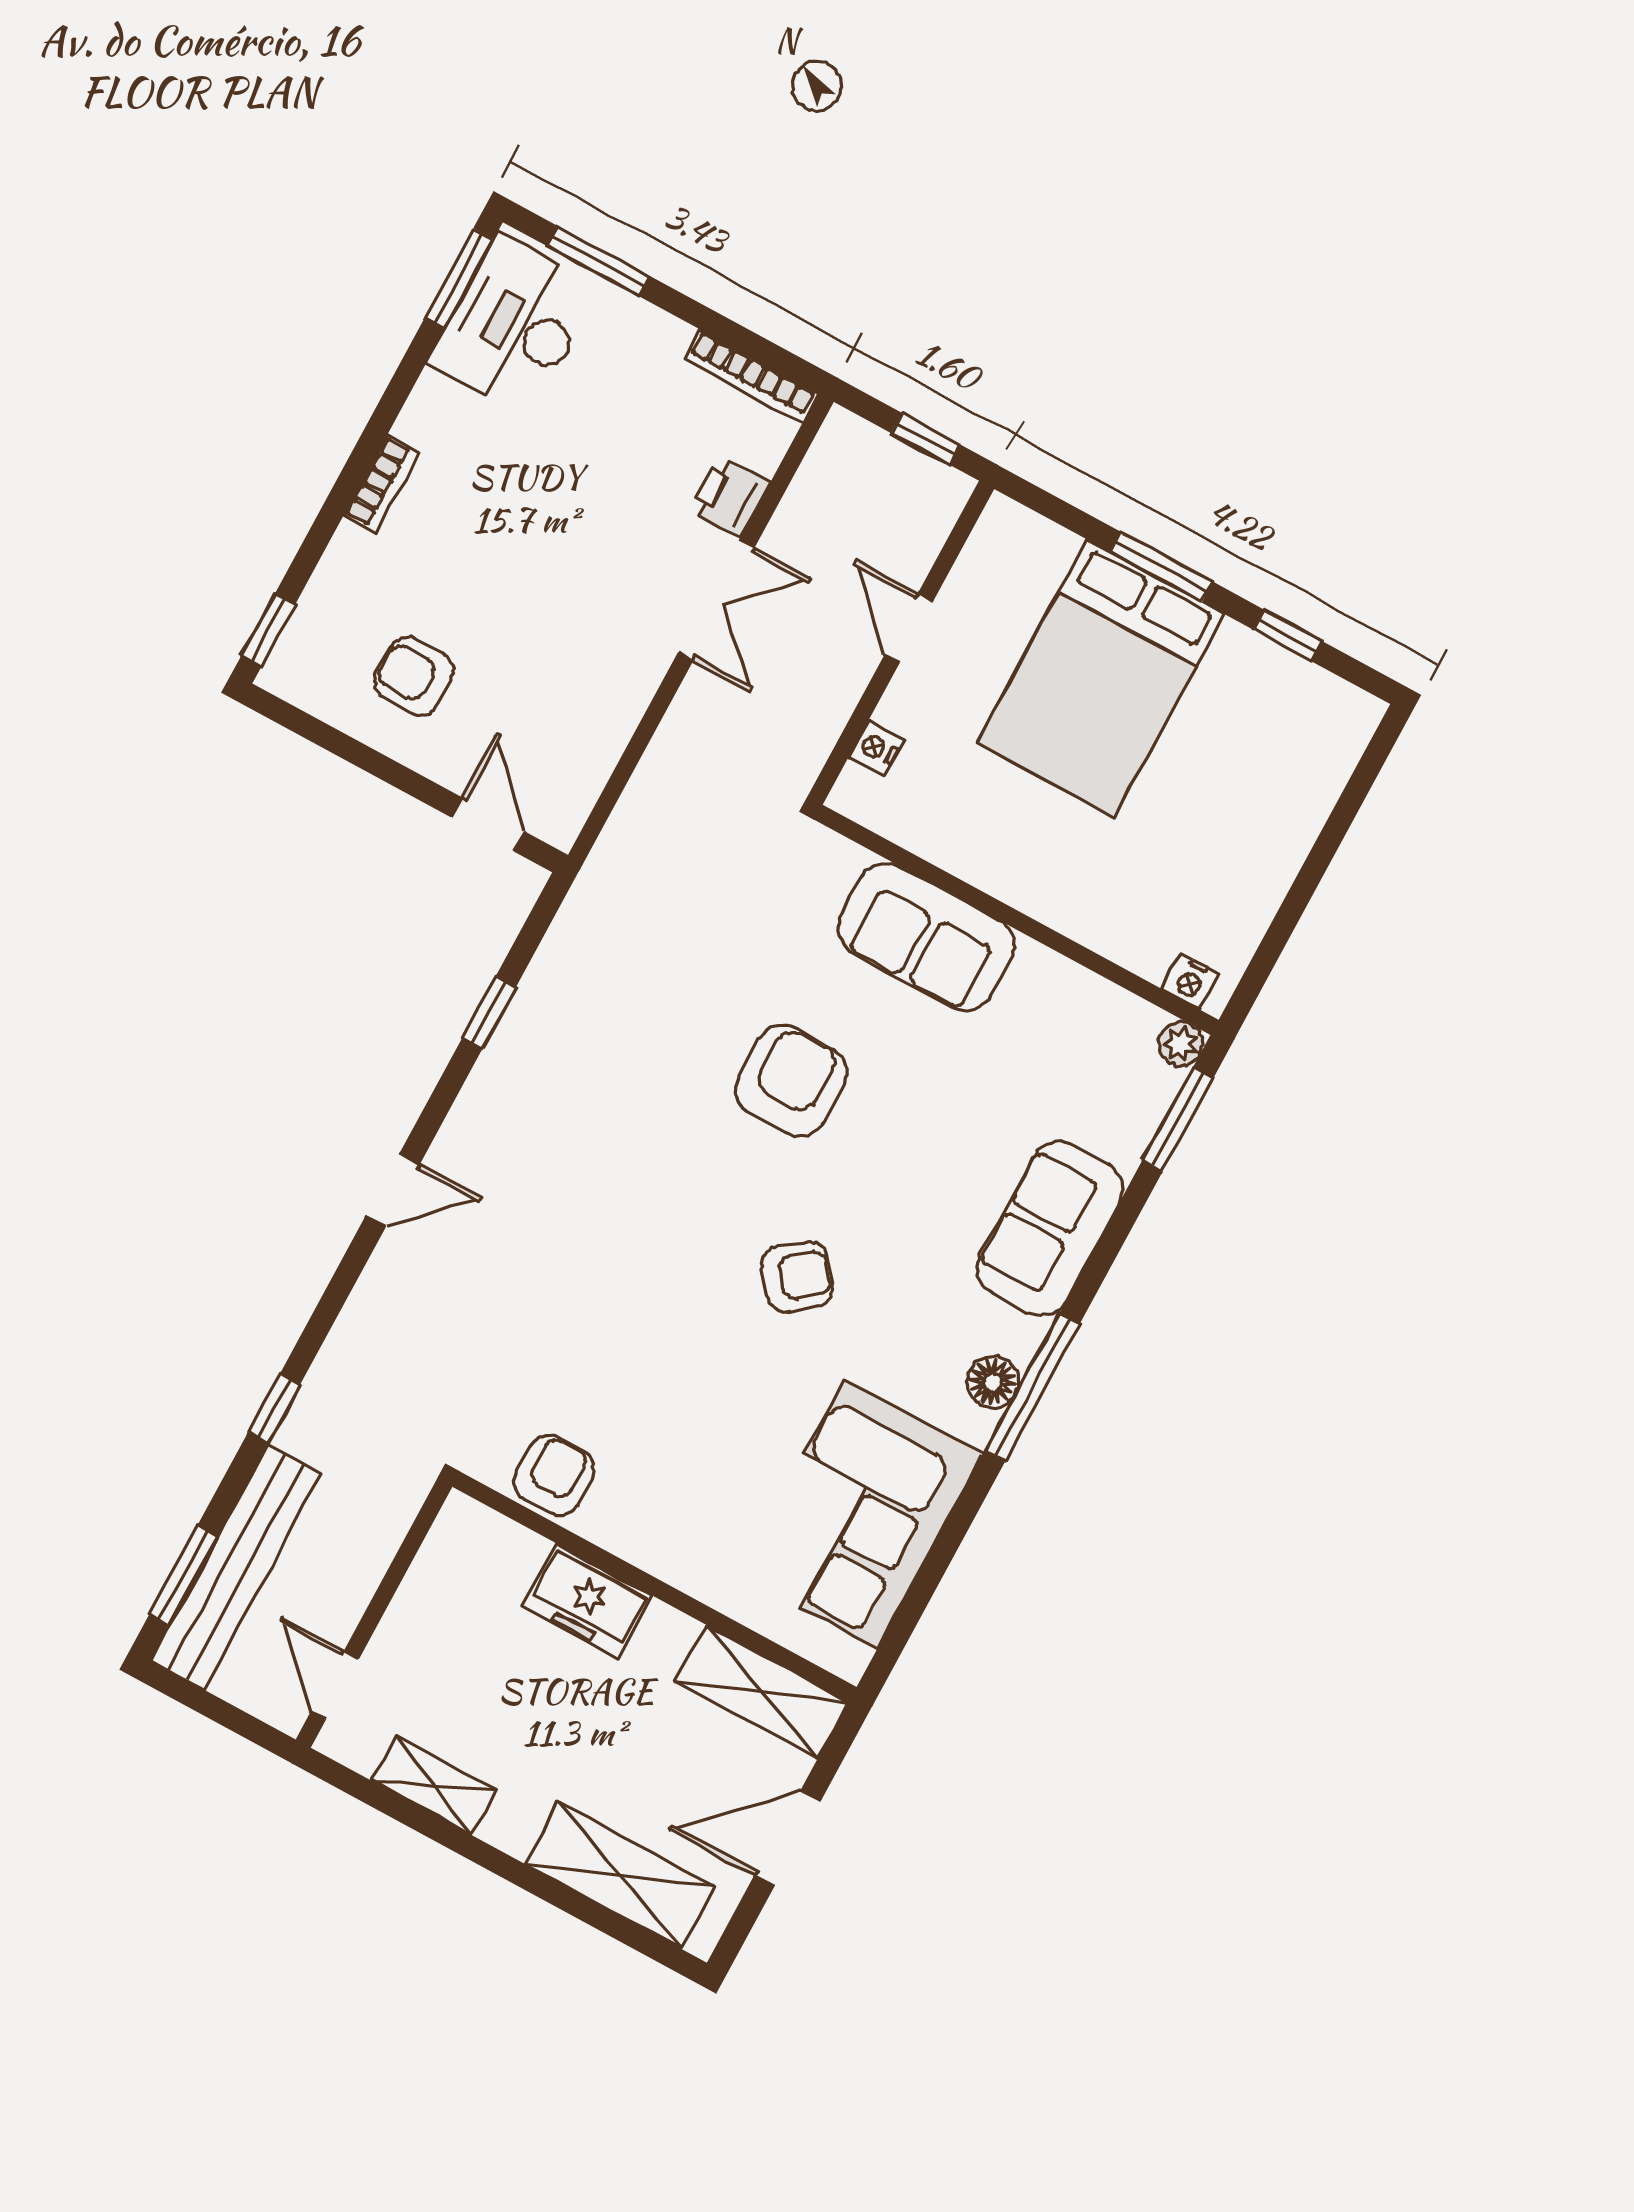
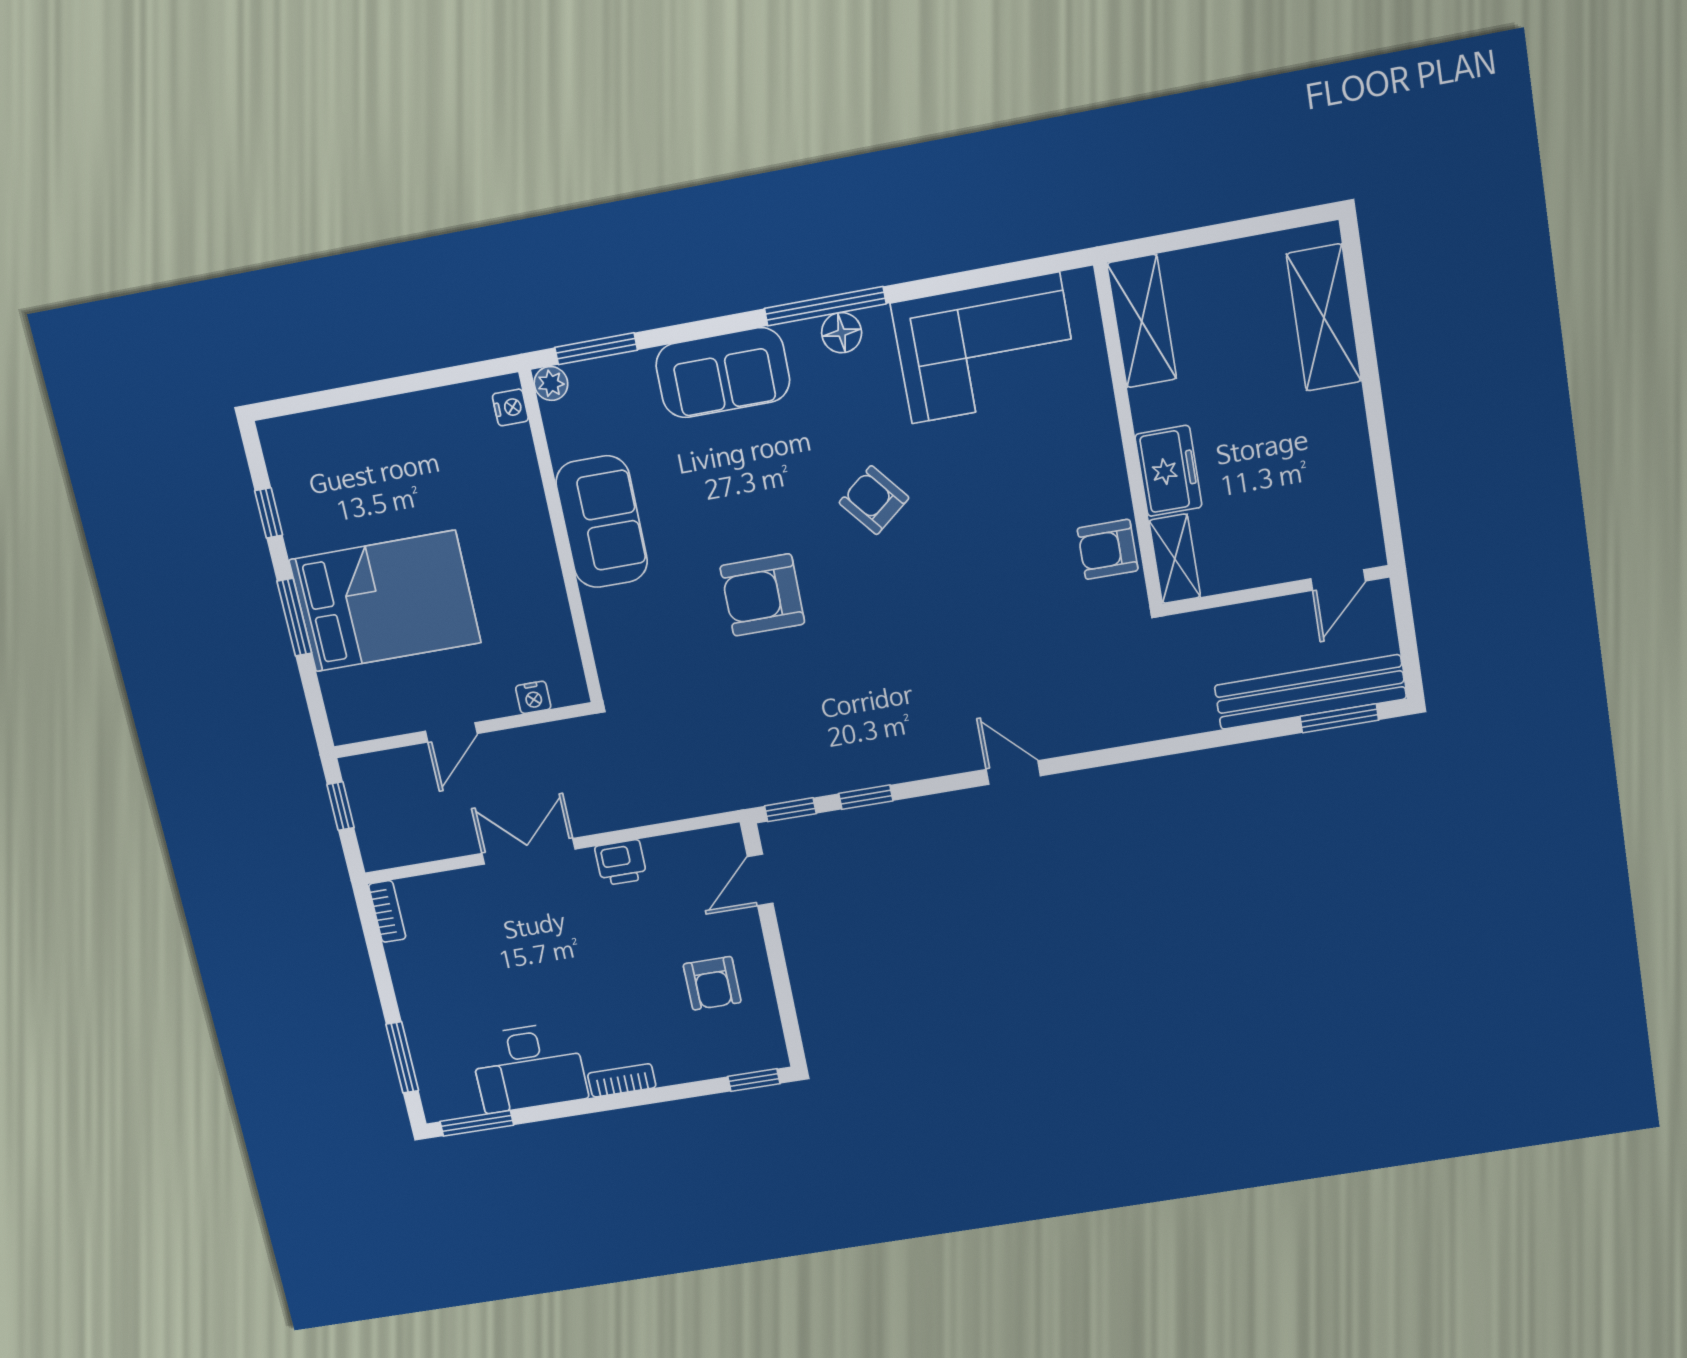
desk: (514, 325) -> (528, 1067), moved
bookcase: (751, 377) -> (387, 911), width x0.64
printer: (730, 497) -> (621, 863), moved
sofa: (926, 937) -> (602, 522), moved
window: (274, 1408) -> (790, 810), moved
shelving: (434, 1785) -> (1175, 559), moved
door: (787, 1839) -> (1221, 232), removed

